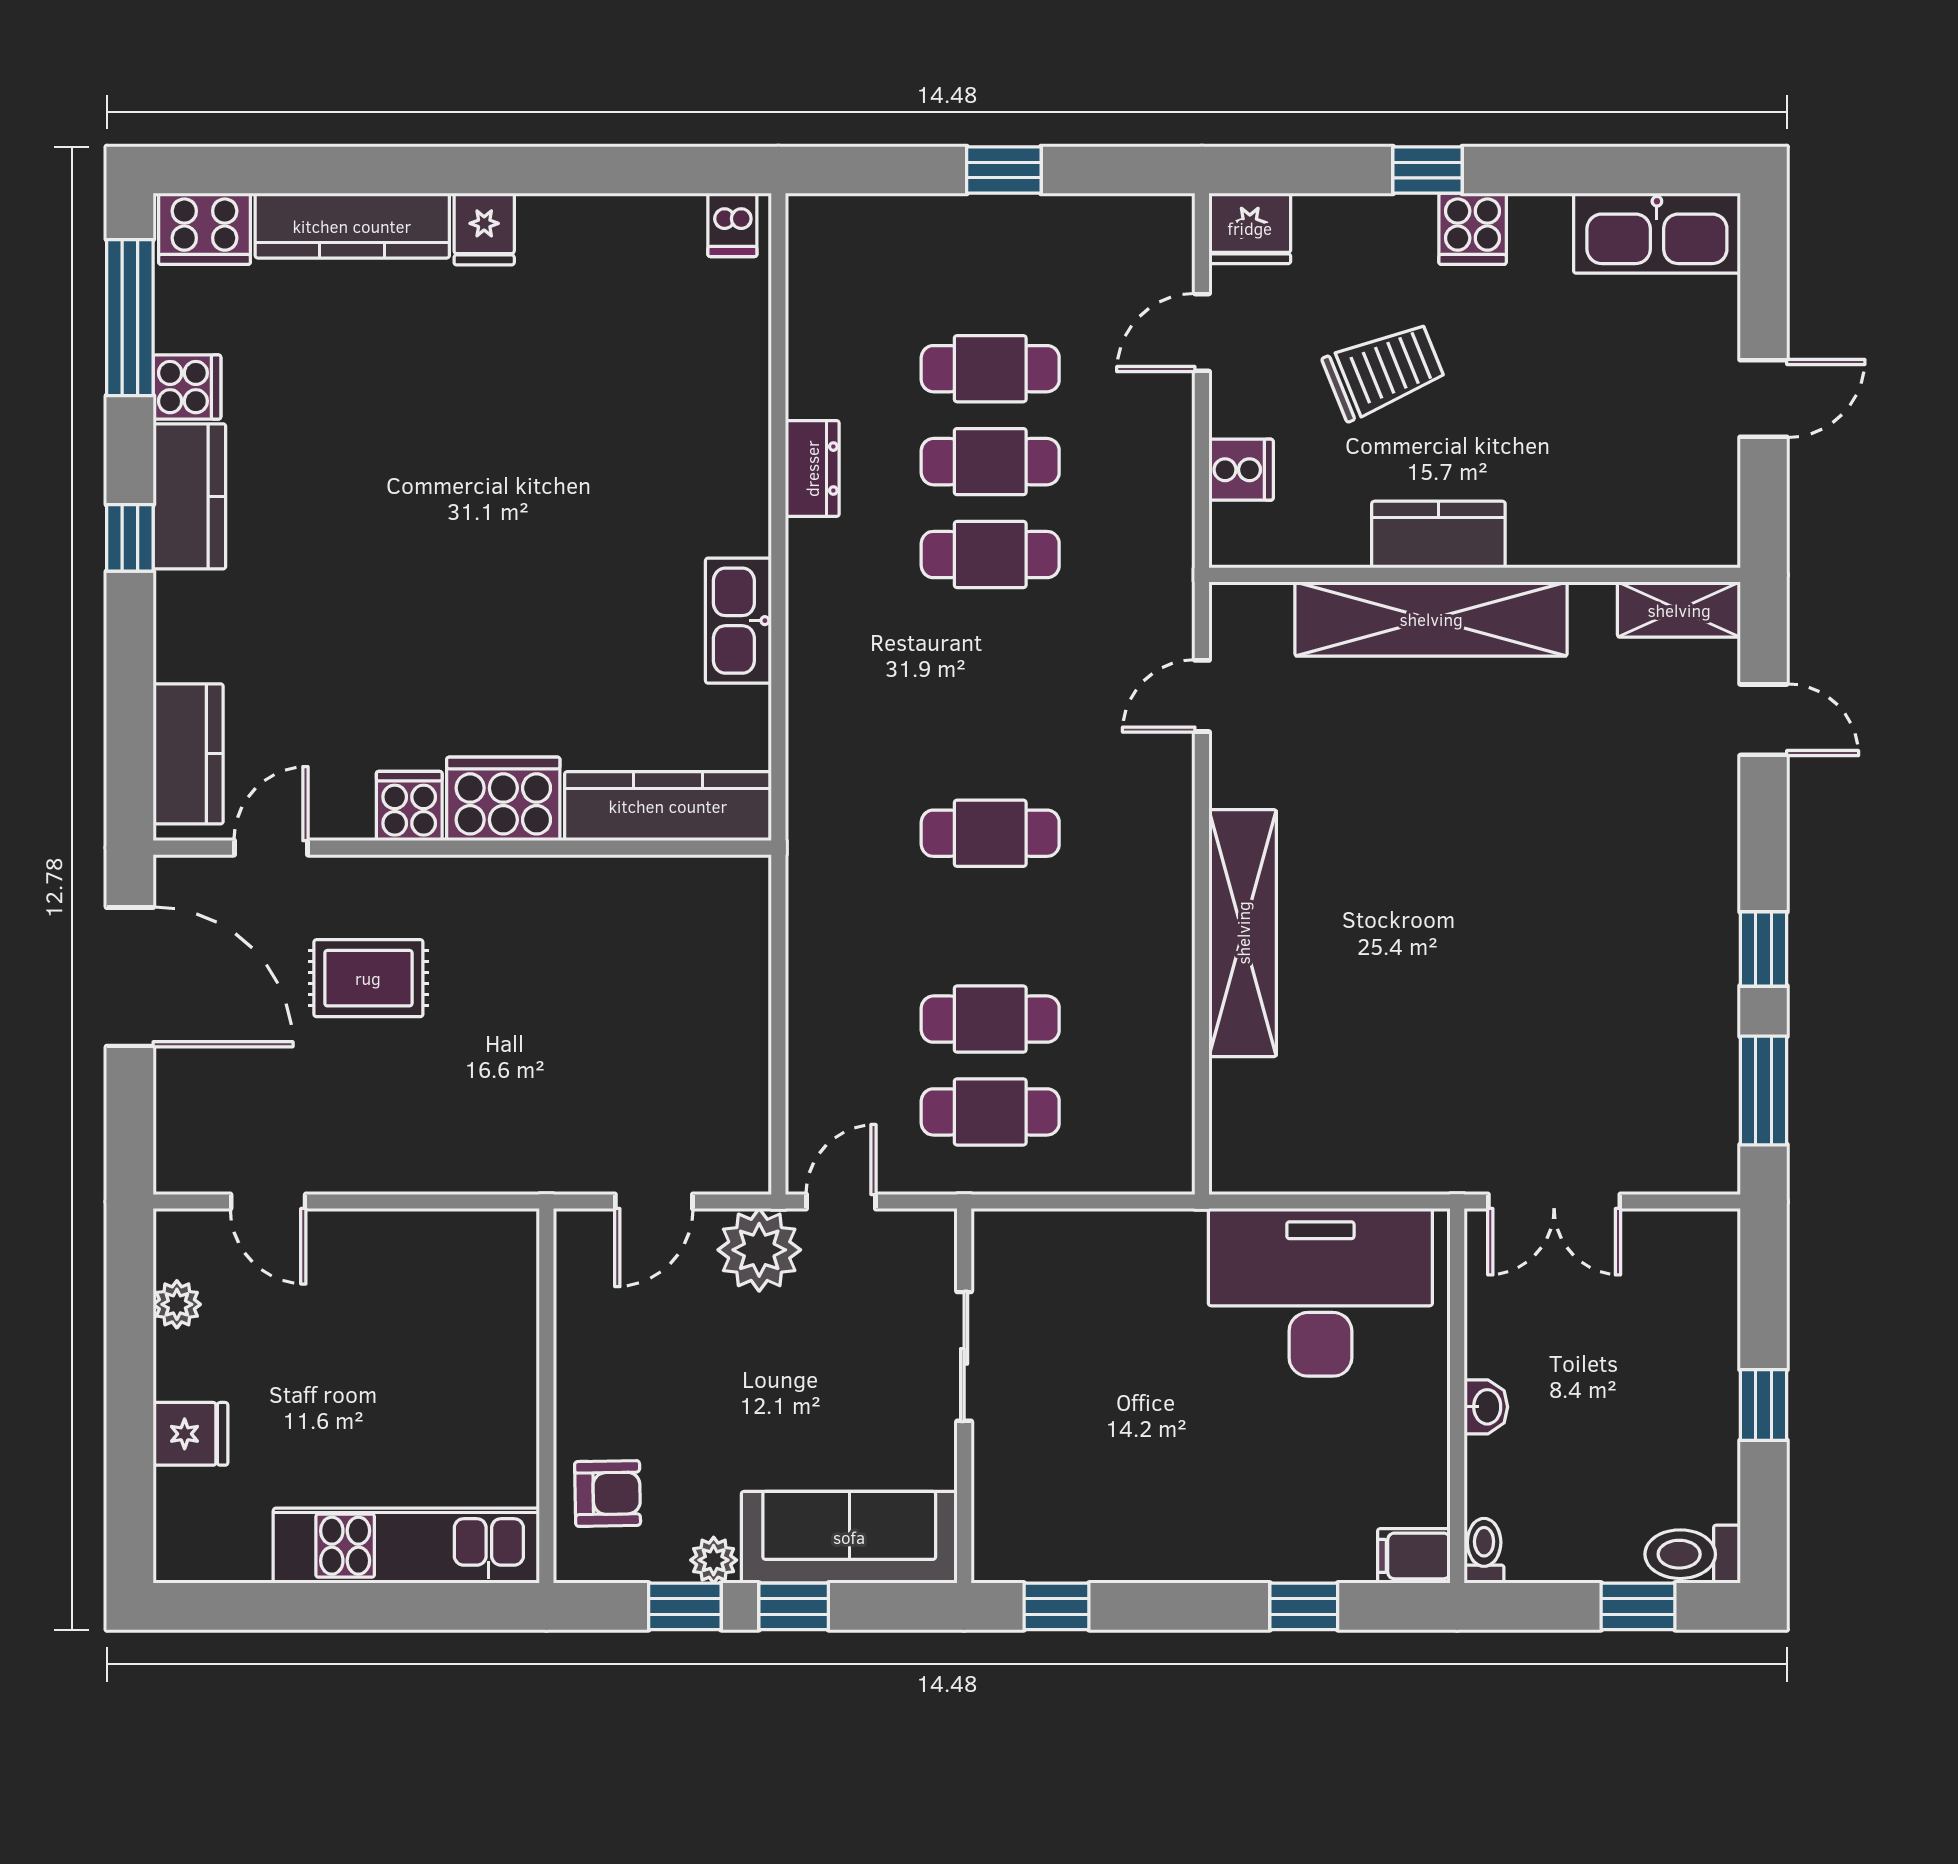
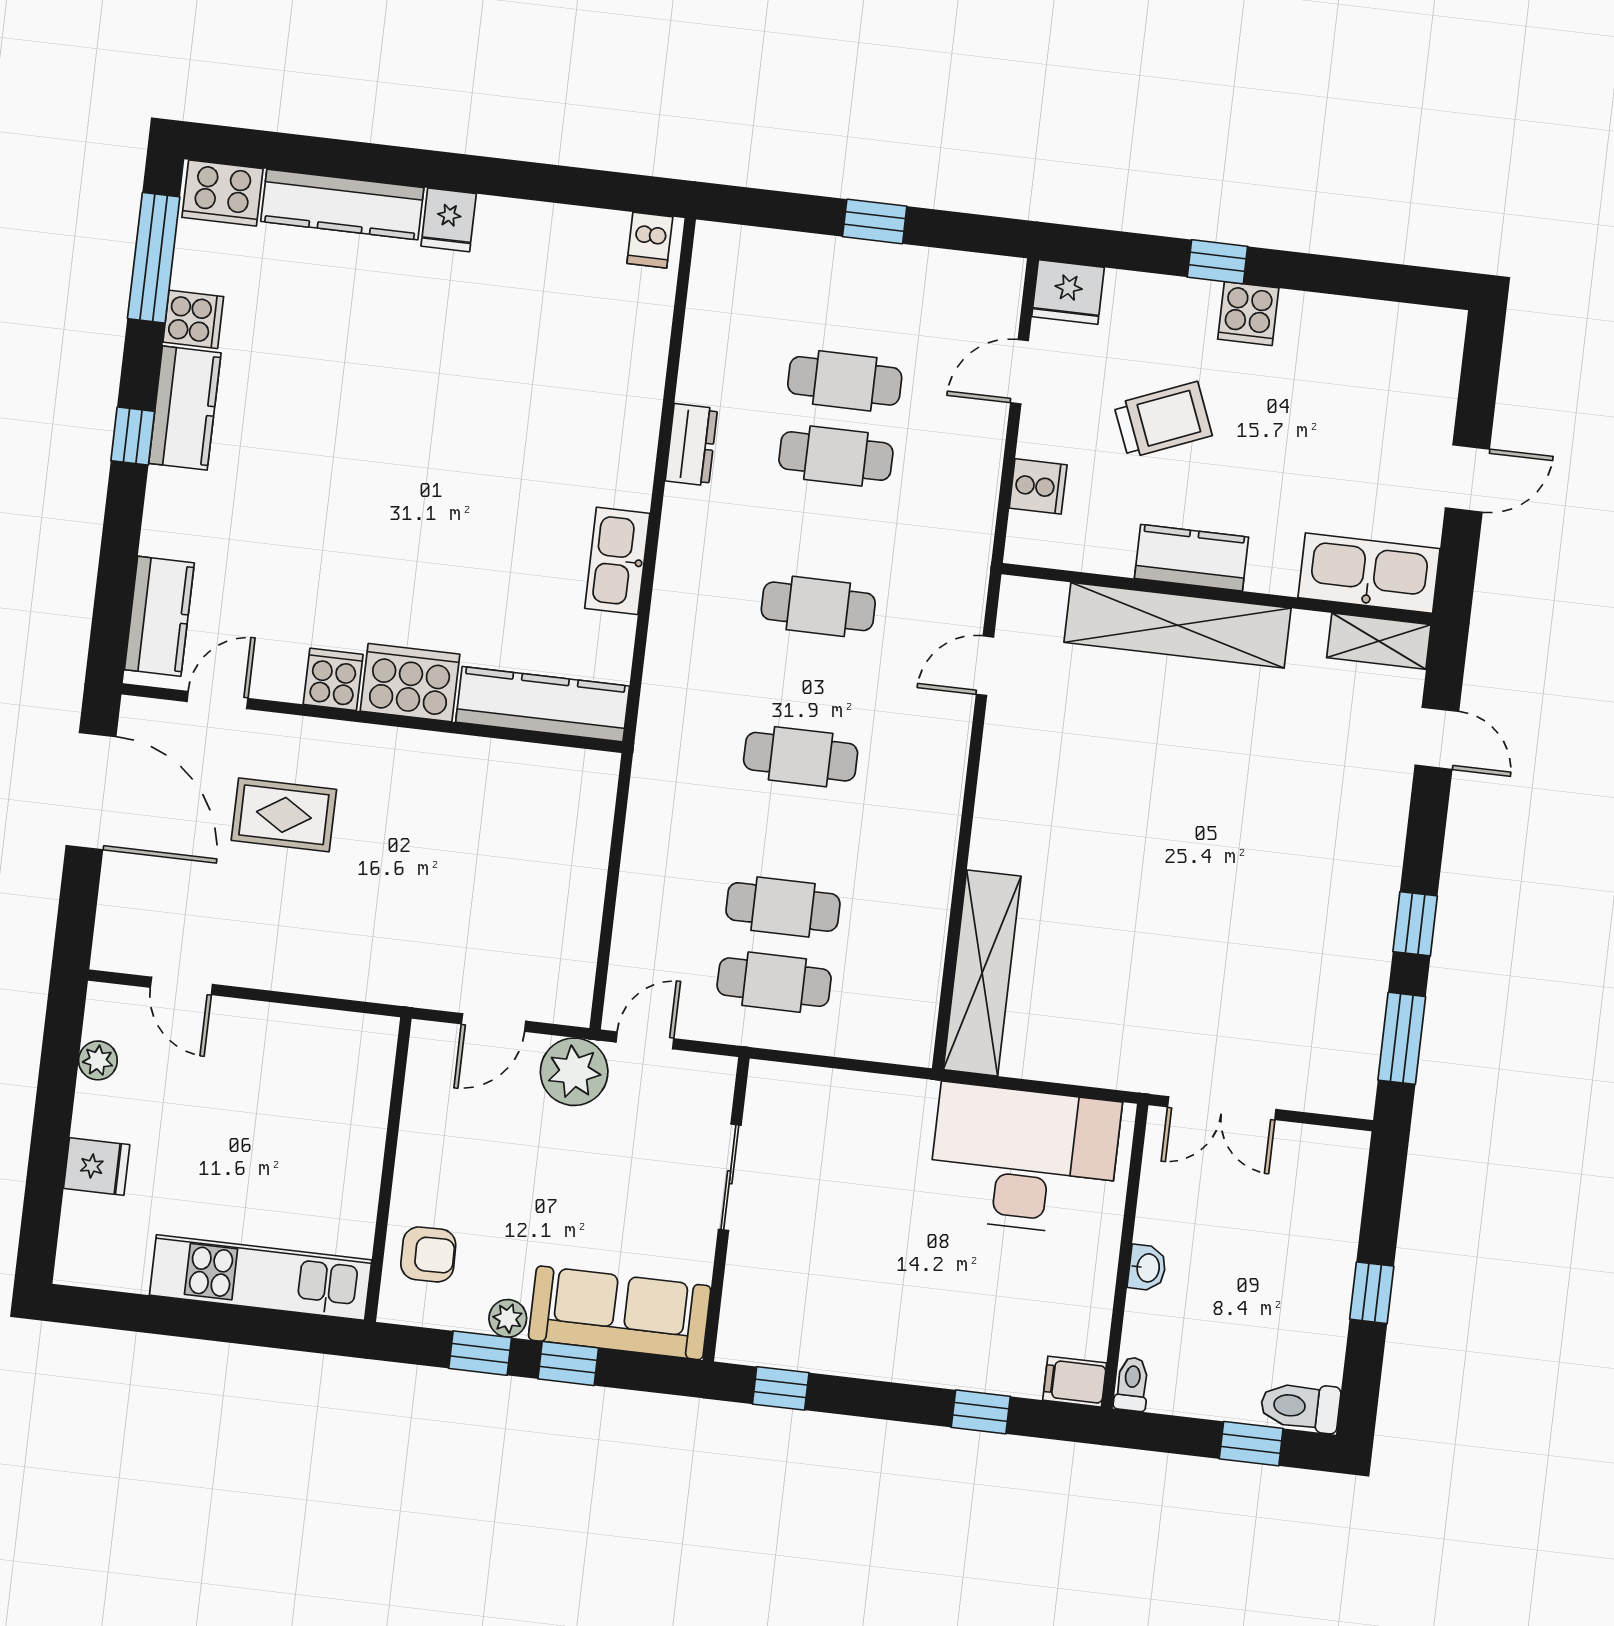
kitchen sink: (1657, 233) -> (1369, 573), moved, turned 180
cafe table: (990, 555) -> (818, 606), moved
shelving: (1243, 933) -> (982, 973), moved

